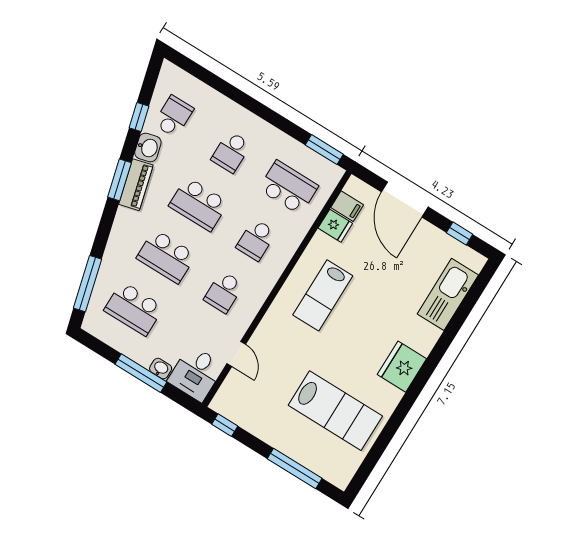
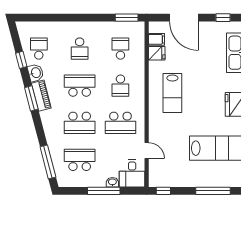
school desk: (288, 188) -> (120, 49), width x0.54
school desk: (199, 204) -> (80, 86), turned 180
school desk: (224, 292) -> (120, 123), width x1.85
school desk: (134, 309) -> (80, 160), turned 180

